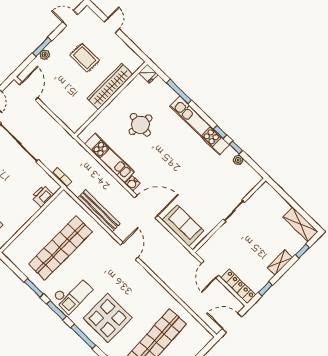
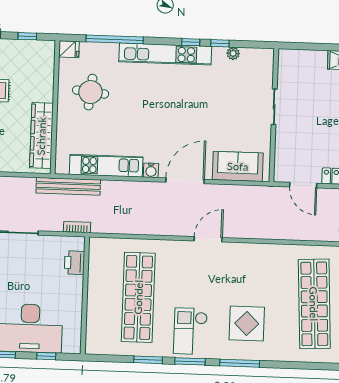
window: (132, 45) -> (27, 36), added
wardrobe: (110, 86) -> (41, 136), moved
window: (179, 92) -> (115, 39), width x1.46
round table: (140, 125) -> (91, 92), moved
bench: (99, 211) -> (68, 186), moved
door: (129, 251) -> (208, 239), hinge flipped
checkout: (72, 294) -> (190, 331), turned 180
display table: (108, 318) -> (247, 324), width x0.73, depth x0.73

